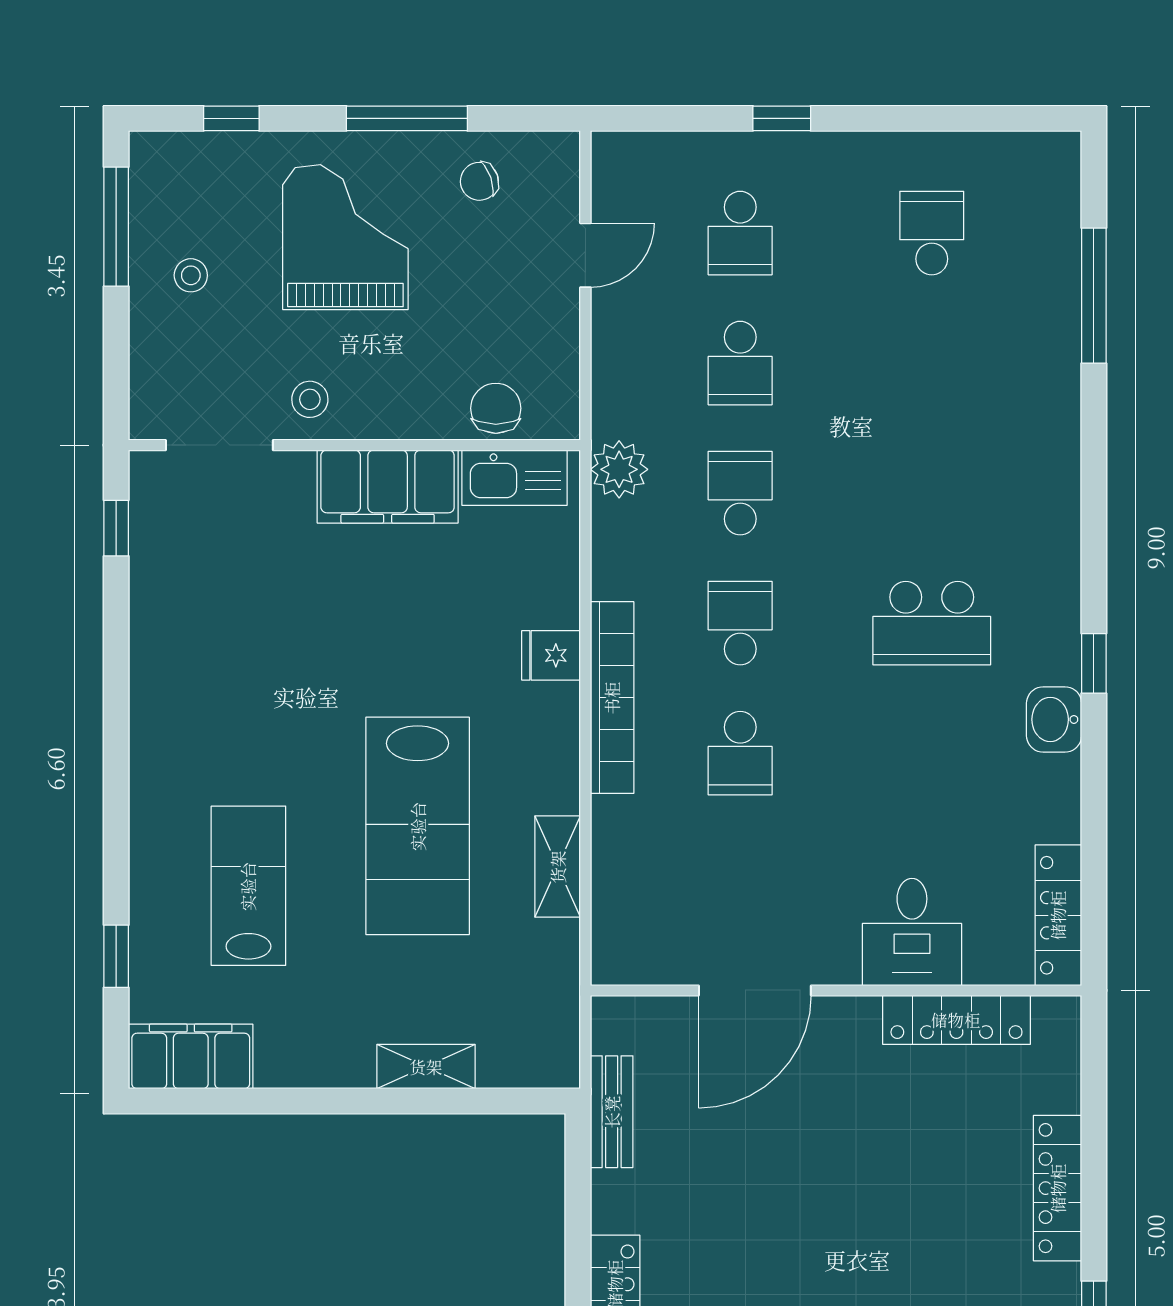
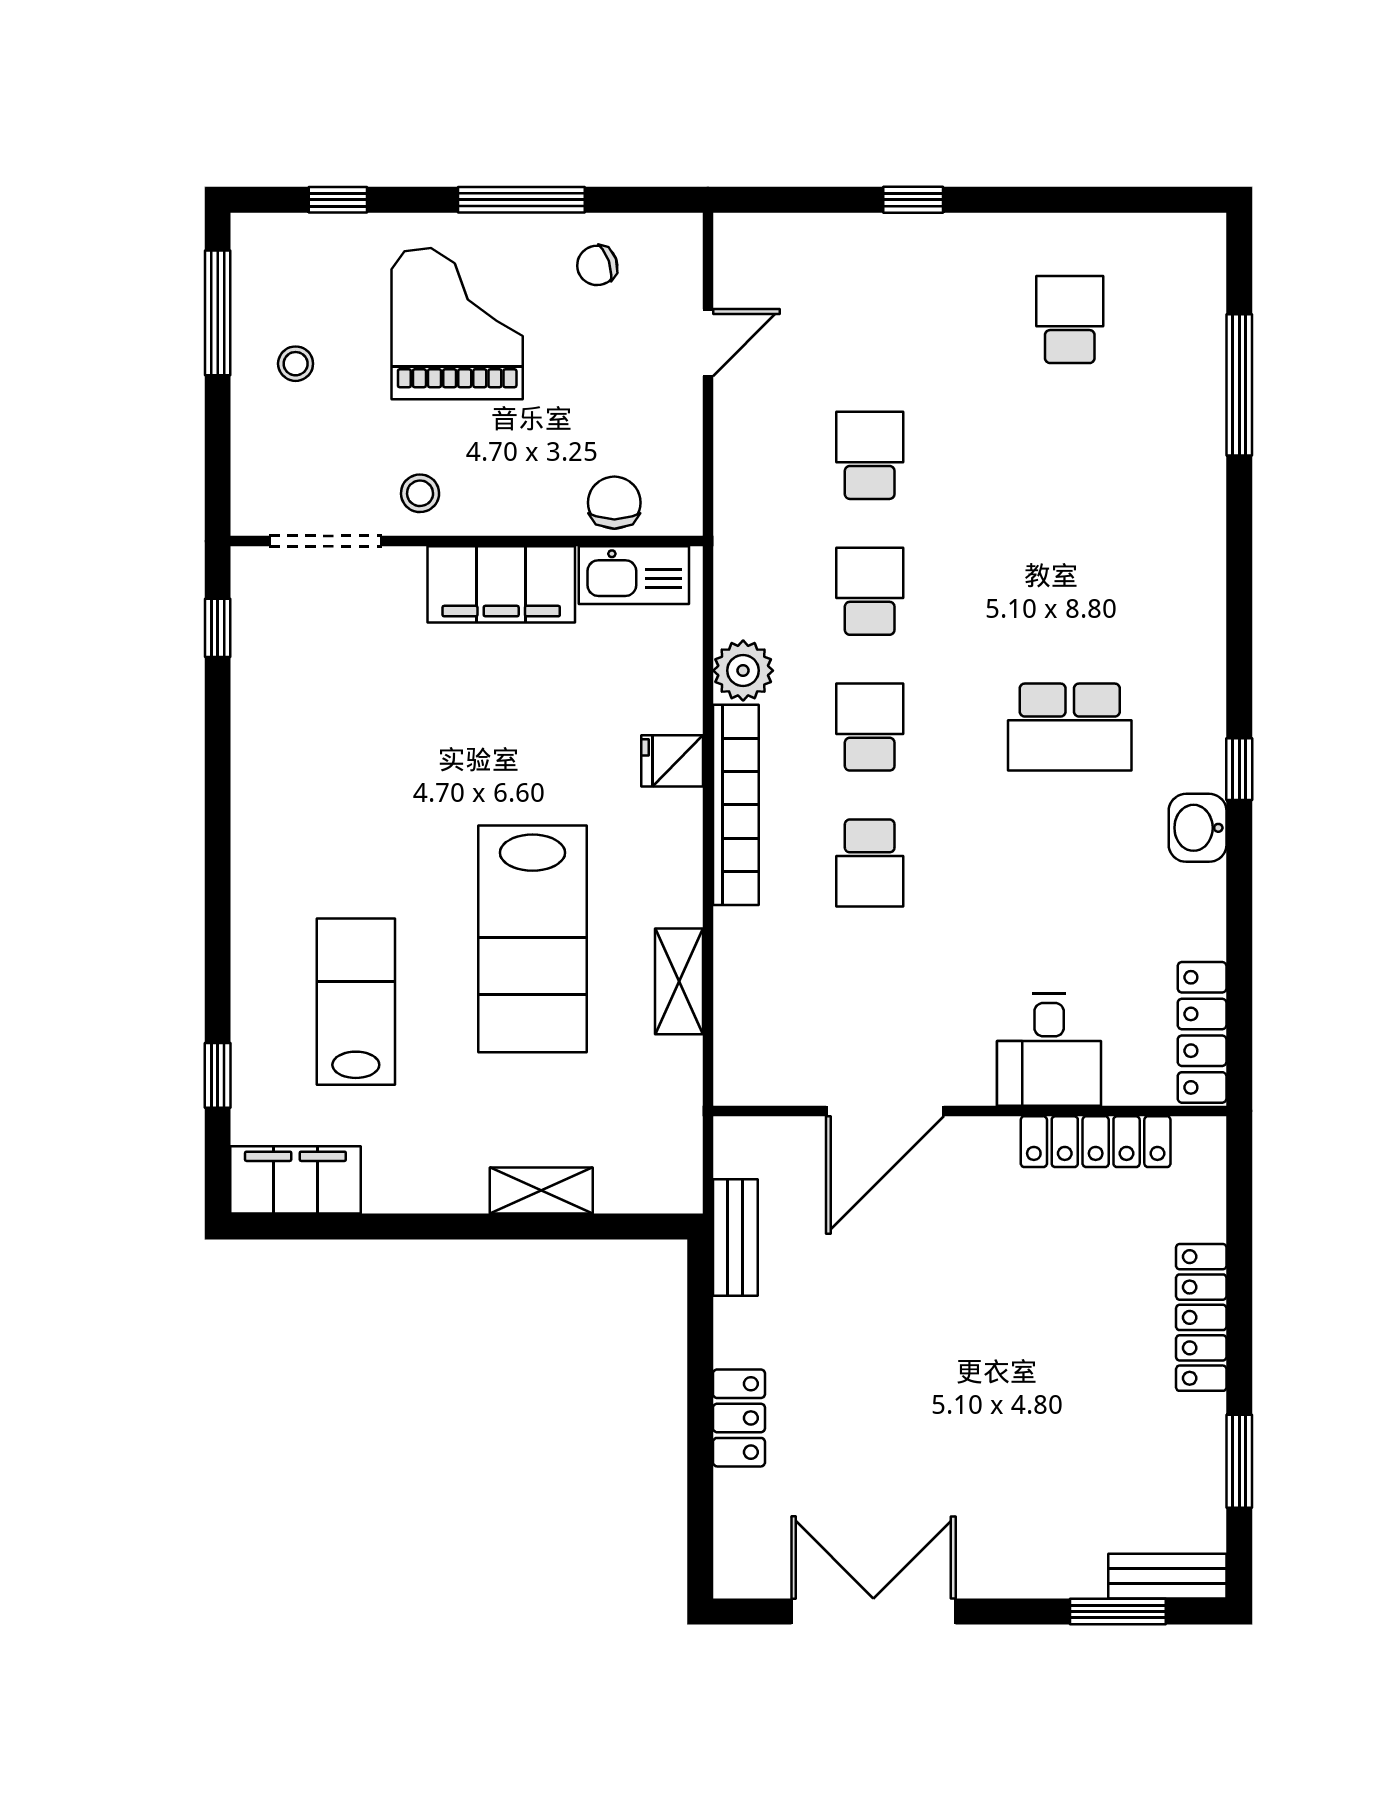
school desk: (740, 233) -> (870, 319), removed
school desk: (740, 363) -> (870, 455), turned 180
plant: (619, 469) -> (743, 671), moved

